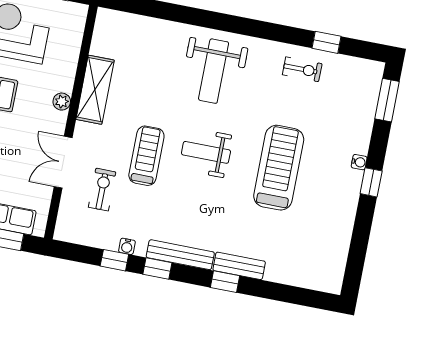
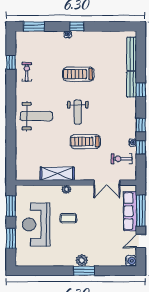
double door: (63, 162) -> (107, 183), moved
treadmill: (279, 168) -> (78, 74), width x0.73, depth x0.73
exercise bike: (102, 190) -> (122, 159), moved
bench: (180, 255) -> (132, 54), moved

